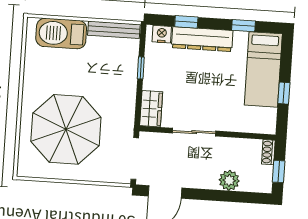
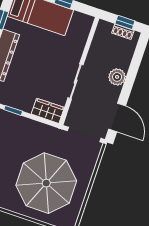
shoe rack: (268, 152) -> (123, 32), moved
plant: (229, 180) -> (117, 77), moved

